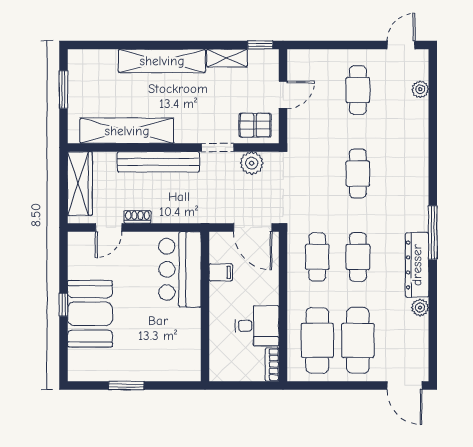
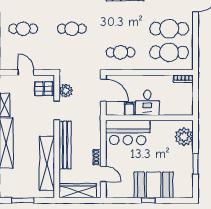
pallet: (255, 125) -> (44, 89), turned 90
door: (253, 228) -> (103, 90), hinge flipped
cafe table: (358, 257) -> (120, 29), removed
desk: (257, 326) -> (147, 103), moved, turned 180
plant: (173, 366) -> (184, 137), added

